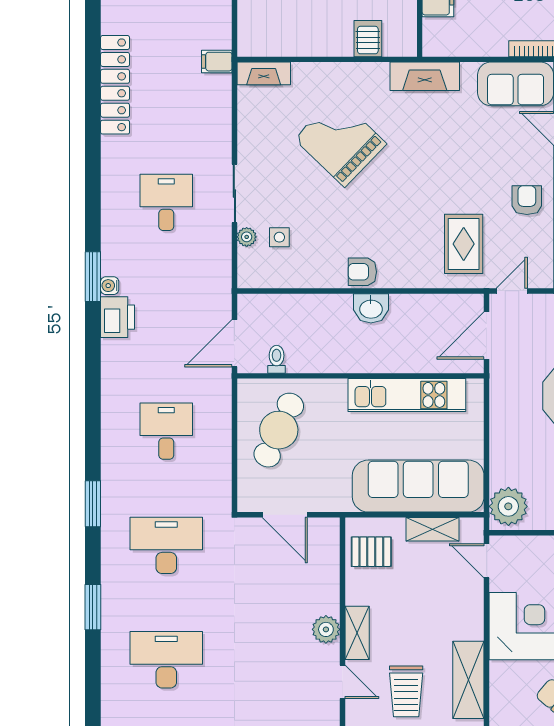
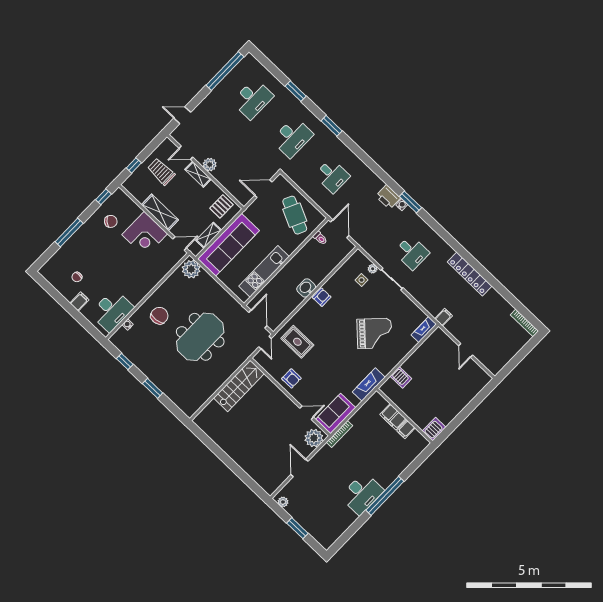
shelving: (468, 680) -> (160, 212), moved

